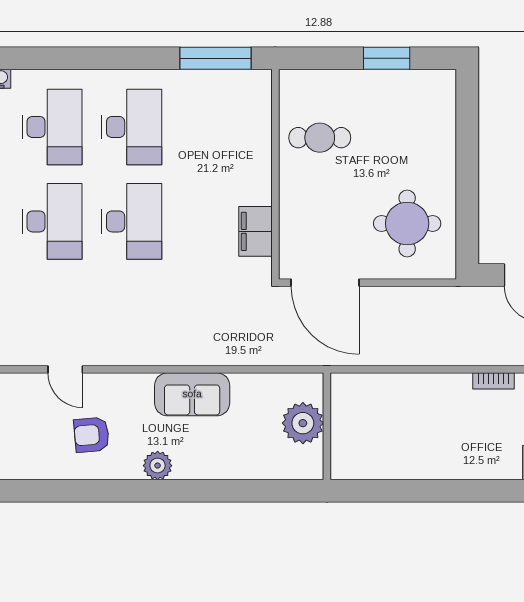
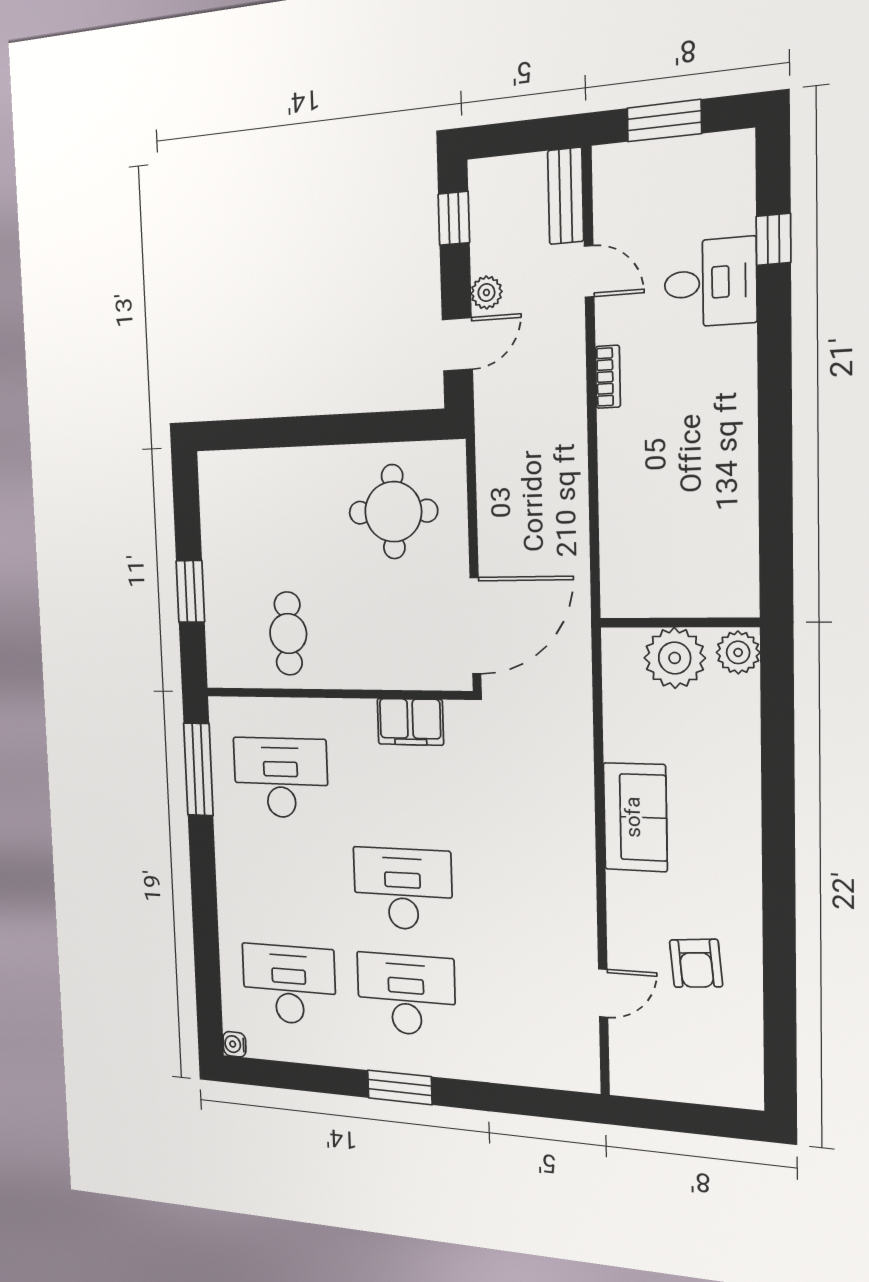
window: (387, 58) -> (190, 591), moved
desk: (132, 127) -> (281, 778), moved
plant: (158, 466) -> (738, 652), moved

